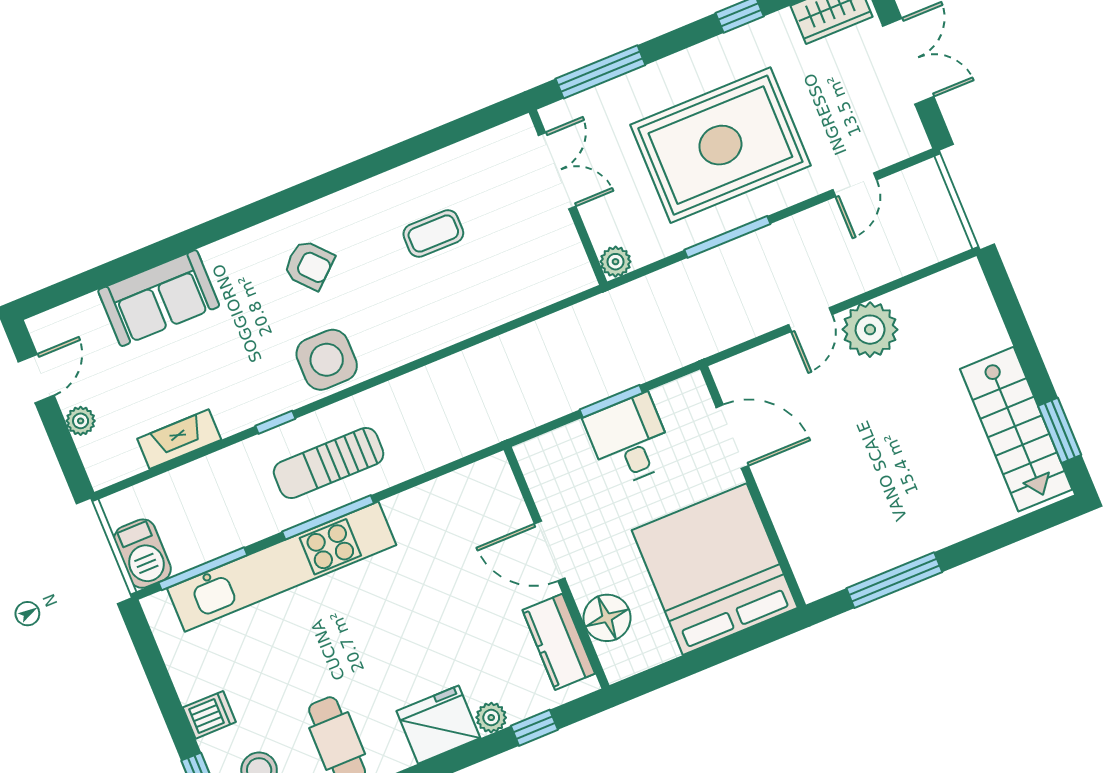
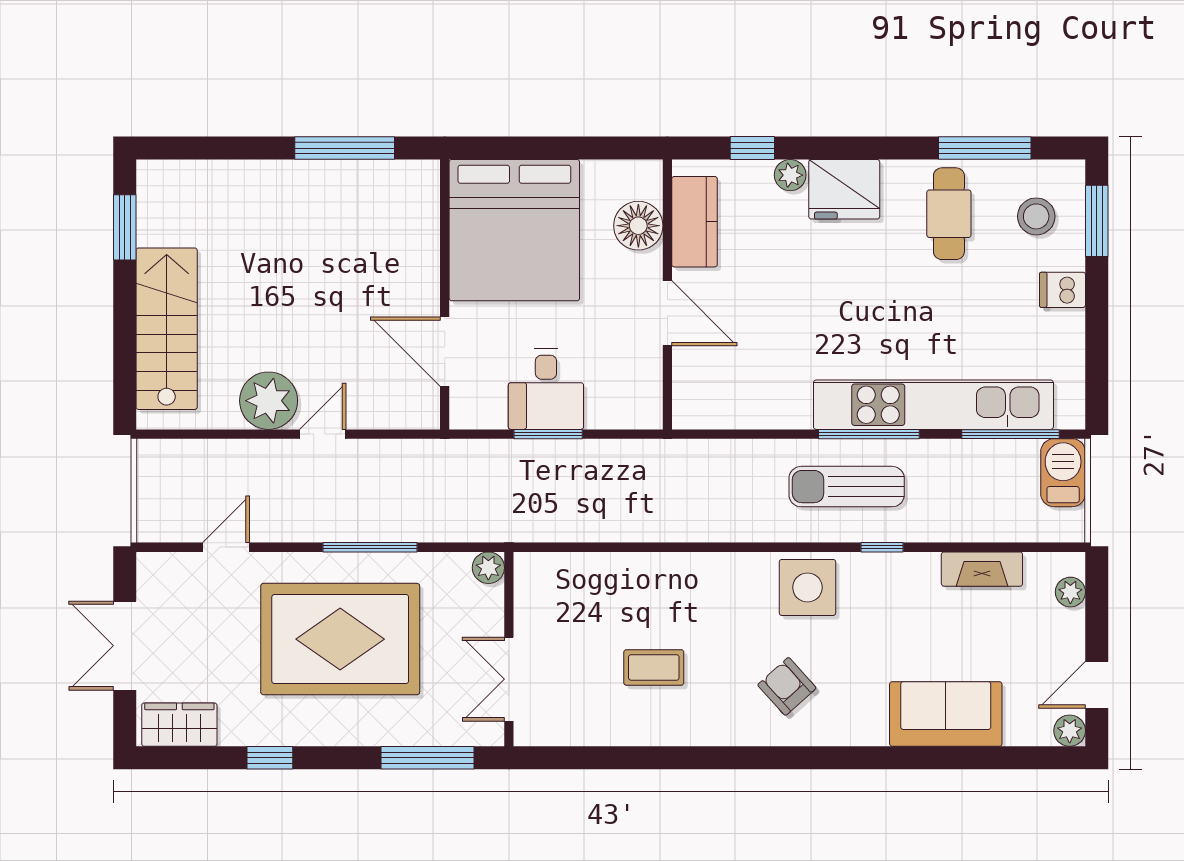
plant: (43, 328) -> (1070, 731), added
plant: (81, 421) -> (1070, 592), moved
stairs: (1016, 429) -> (167, 329), moved
sun lounger: (329, 463) -> (847, 487), turned 180

